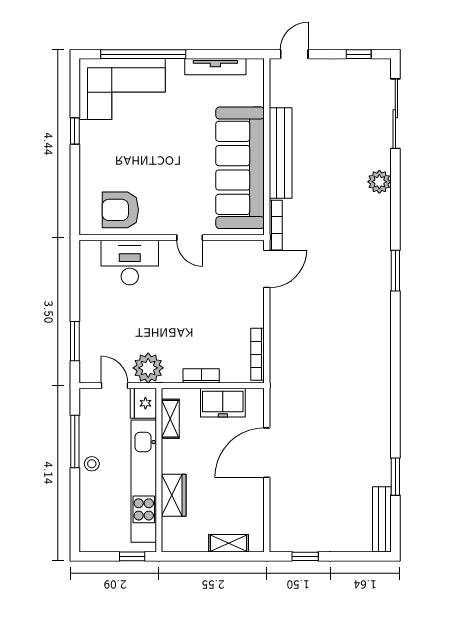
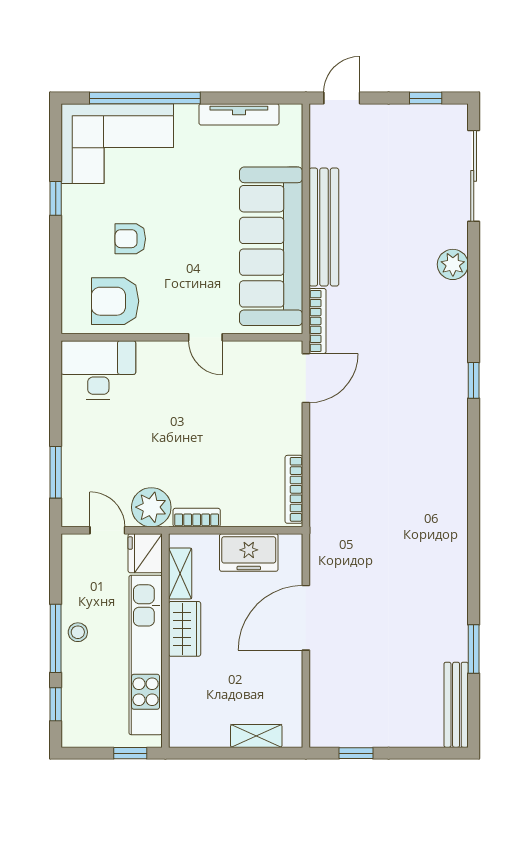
armchair: (132, 162) -> (130, 239), added
desk: (130, 263) -> (98, 370), moved
window: (395, 271) -> (474, 380), width x0.67
bookcase: (201, 376) -> (197, 518), moved
window: (75, 442) -> (56, 638), moved
wardrobe: (174, 495) -> (185, 629), moved
window: (75, 519) -> (56, 704), added

